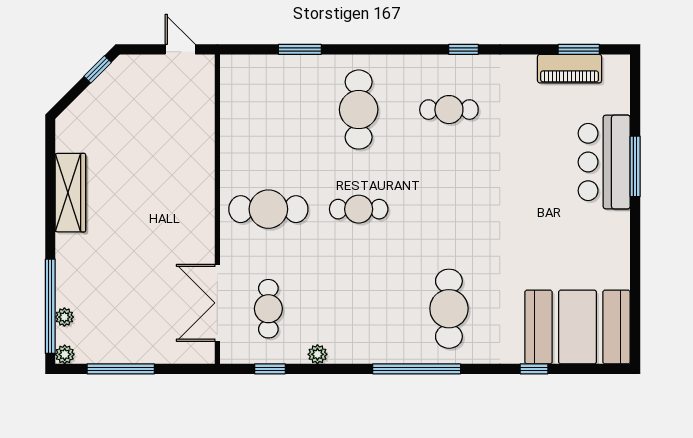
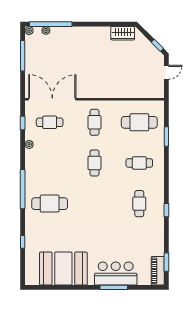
door: (180, 49) -> (166, 72), moved
piano: (570, 69) -> (158, 271), moved
cafe table: (268, 110) -> (139, 122), added
cafe table: (359, 110) -> (139, 163), width x0.73, depth x0.74
wardrobe: (70, 193) -> (123, 33), moved, width x0.67
cafe table: (268, 209) -> (94, 122), width x0.73, depth x0.74
double door: (217, 303) -> (52, 99), width x1.36
booth: (578, 327) -> (63, 269), moved, turned 90

